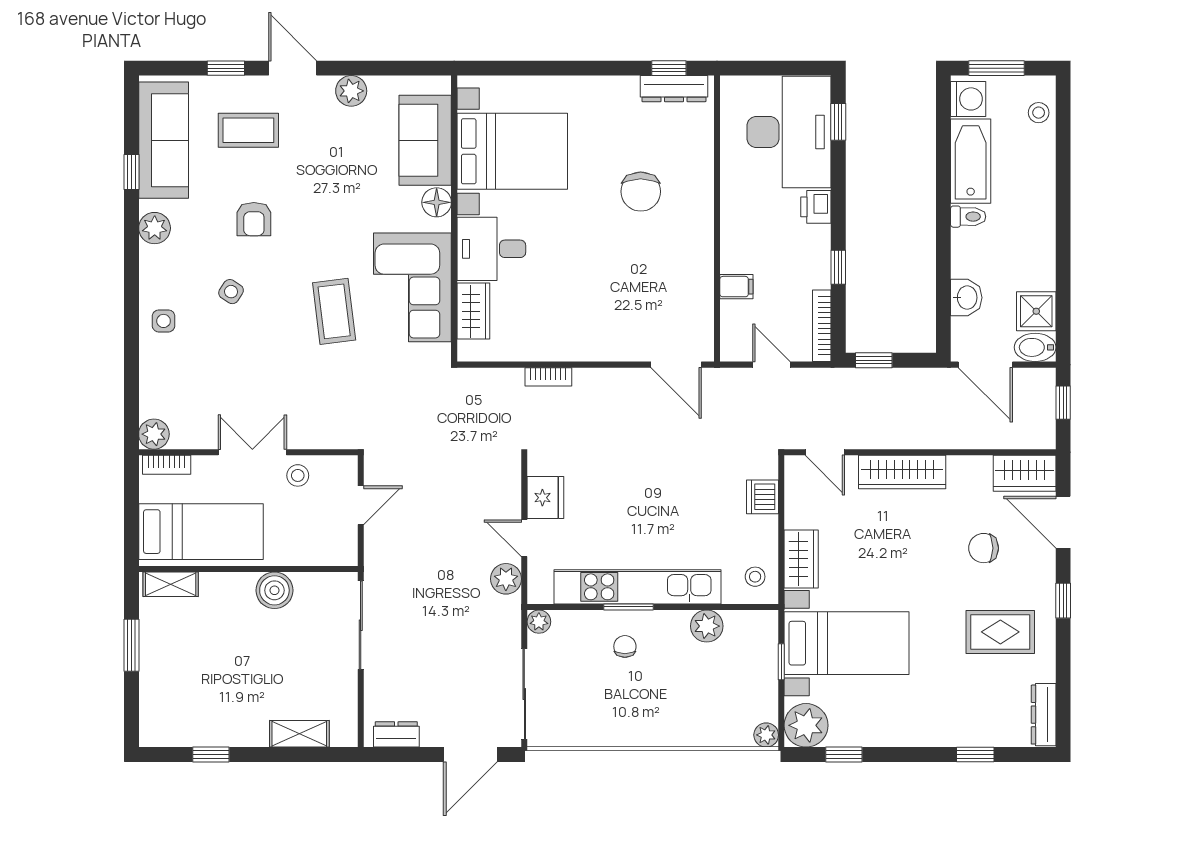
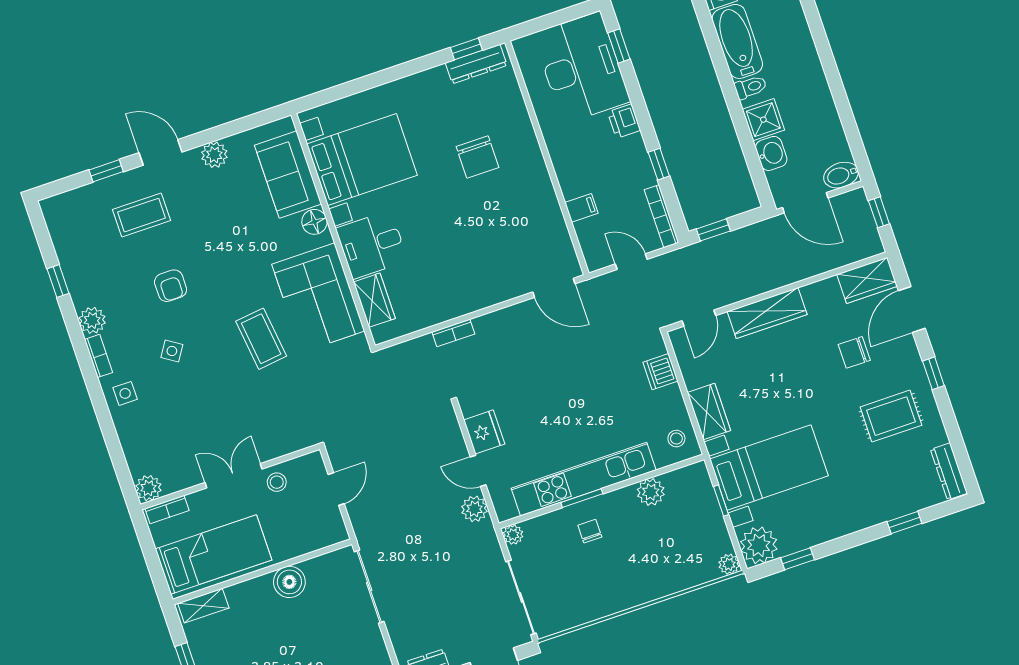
sofa: (164, 140) -> (75, 246), removed
bookcase: (148, 270) -> (98, 356), added
shower: (1036, 311) -> (763, 120), moved
door: (825, 452) -> (699, 318), hinge flipped
door: (1063, 522) -> (912, 309), hinge flipped

